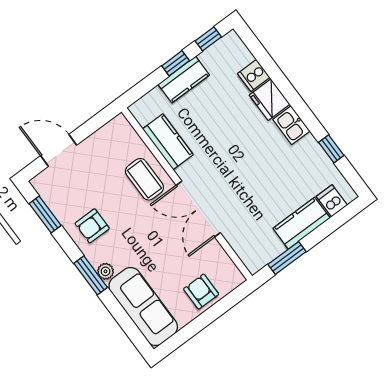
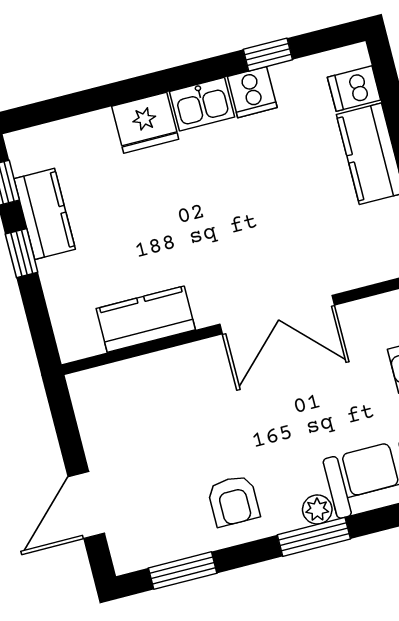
cooker: (254, 75) -> (252, 92), moved
kitchen counter: (184, 80) -> (45, 214), moved
coffee table: (145, 179) -> (192, 383), removed

